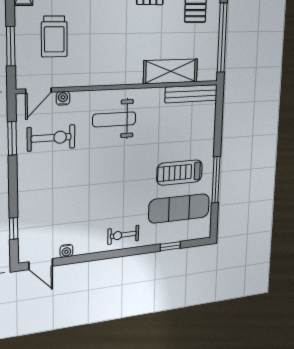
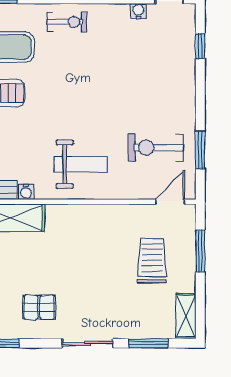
water cooler: (63, 98) -> (26, 192), moved

